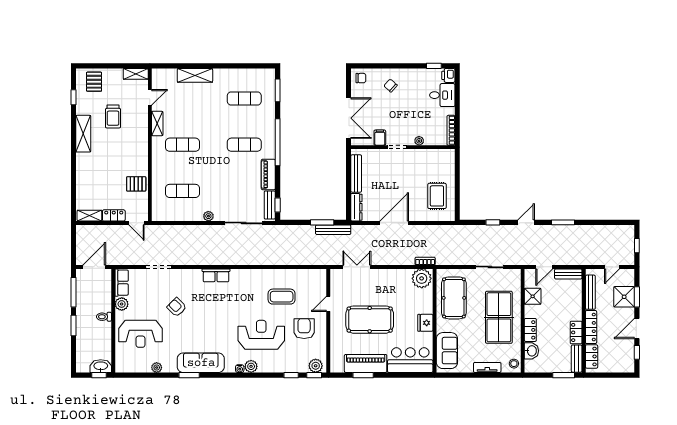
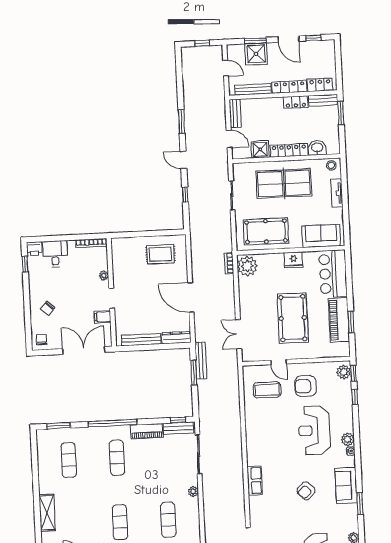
coffee table: (282, 297) -> (267, 390), moved, turned 90
armchair: (177, 307) -> (306, 491), moved
locker: (530, 330) -> (289, 150), width x1.53
sofa: (201, 363) -> (346, 486), width x0.73

